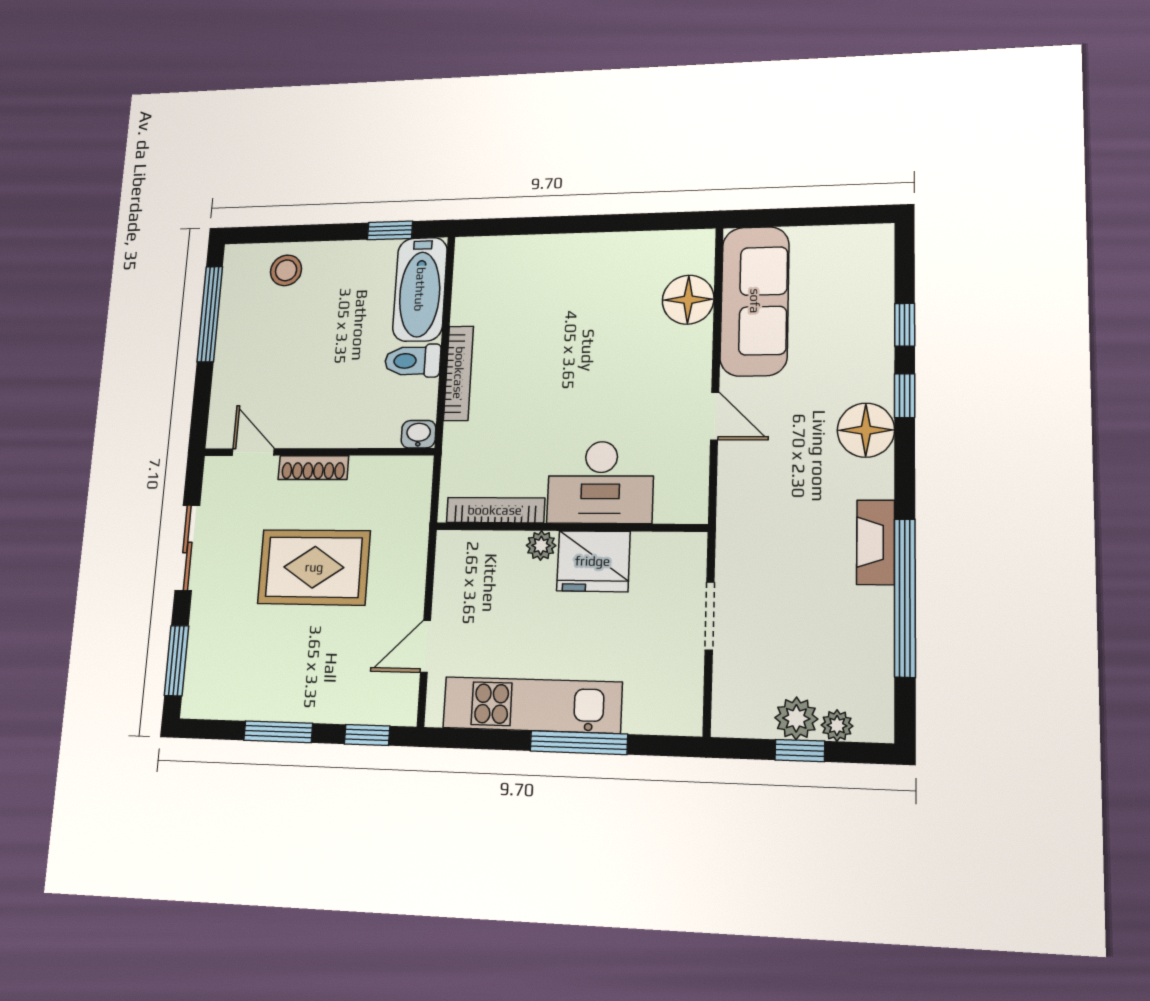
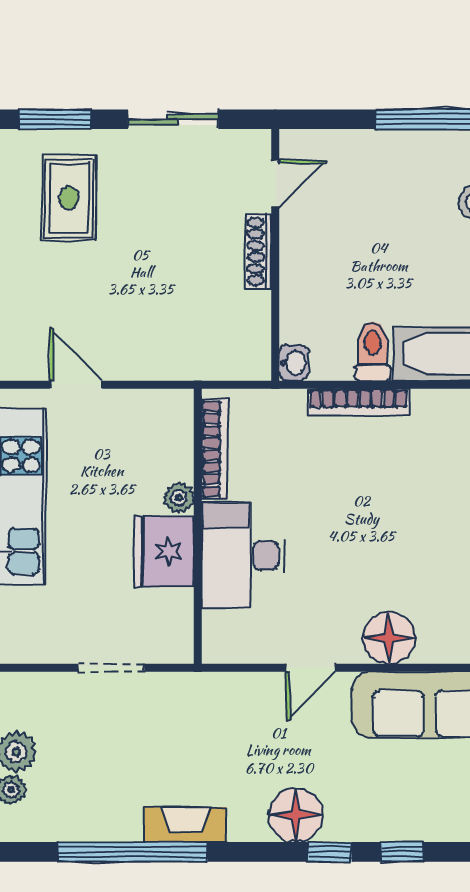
floor lamp: (688, 300) -> (389, 638), moved
rug: (314, 567) -> (69, 198), moved, width x0.73, depth x0.70

